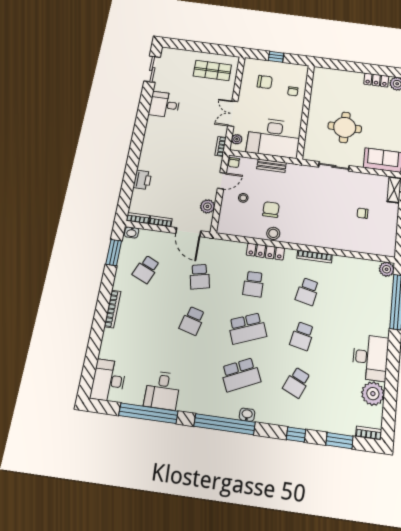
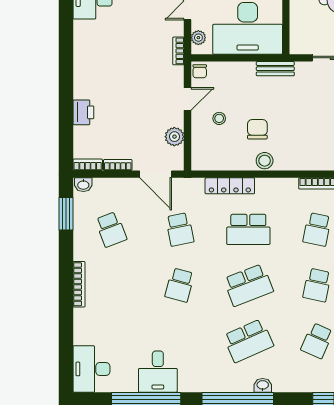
bench: (271, 166) -> (275, 69), moved
locker: (265, 252) -> (230, 186), moved
school desk: (146, 269) -> (111, 229), turned -45
school desk: (253, 284) -> (248, 229), width x1.85

